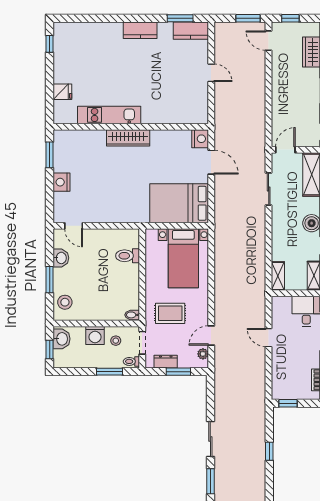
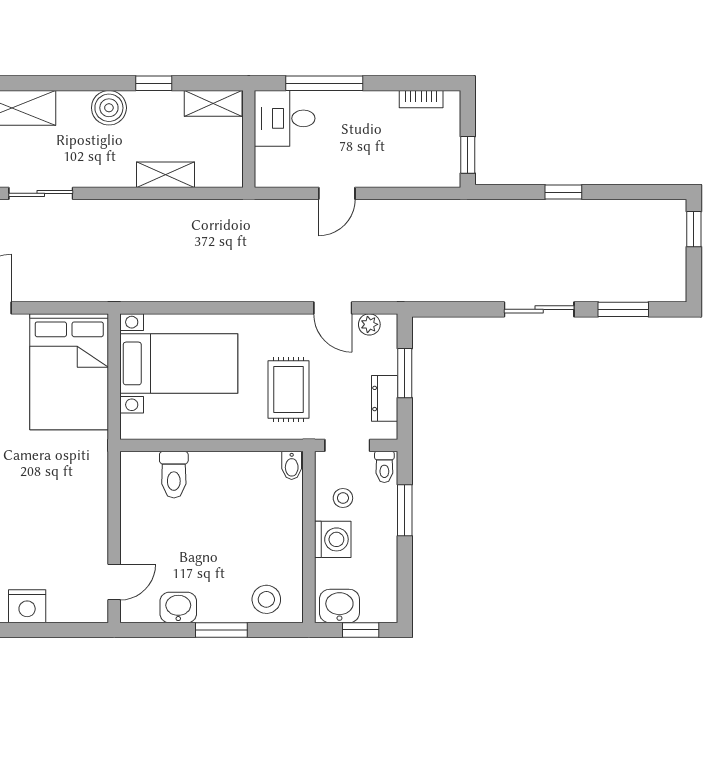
shelving: (278, 276) -> (165, 175), moved

